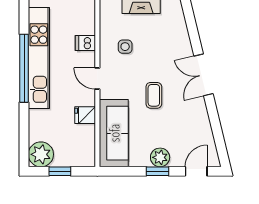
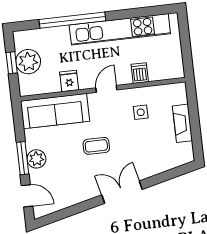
window: (24, 68) -> (72, 20), moved
plant: (41, 154) -> (28, 62), moved
window: (158, 171) -> (23, 158), width x1.50

